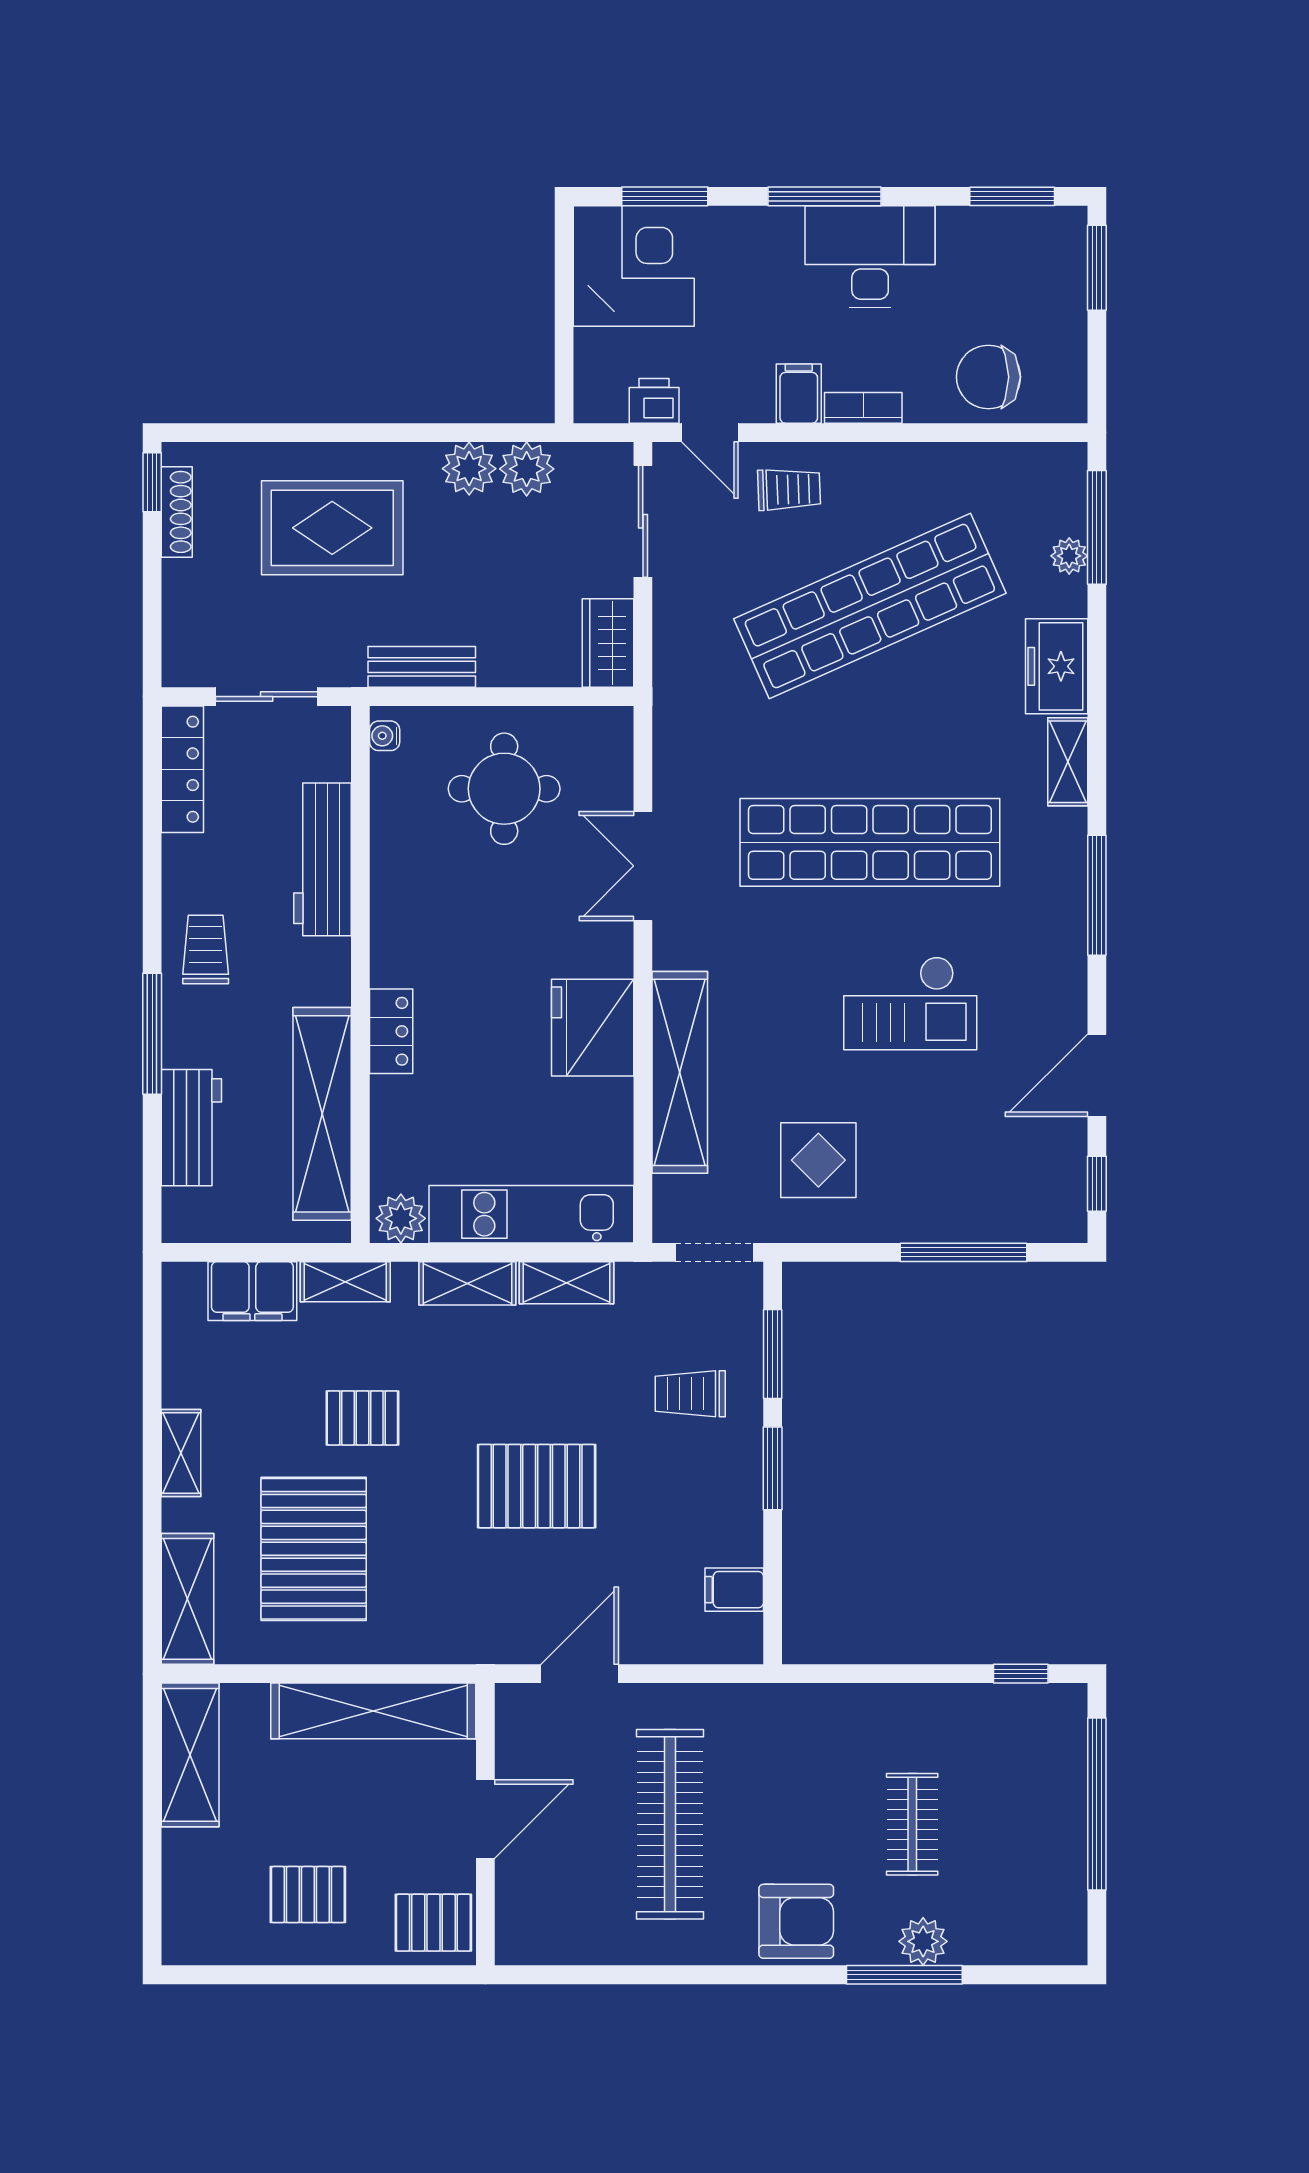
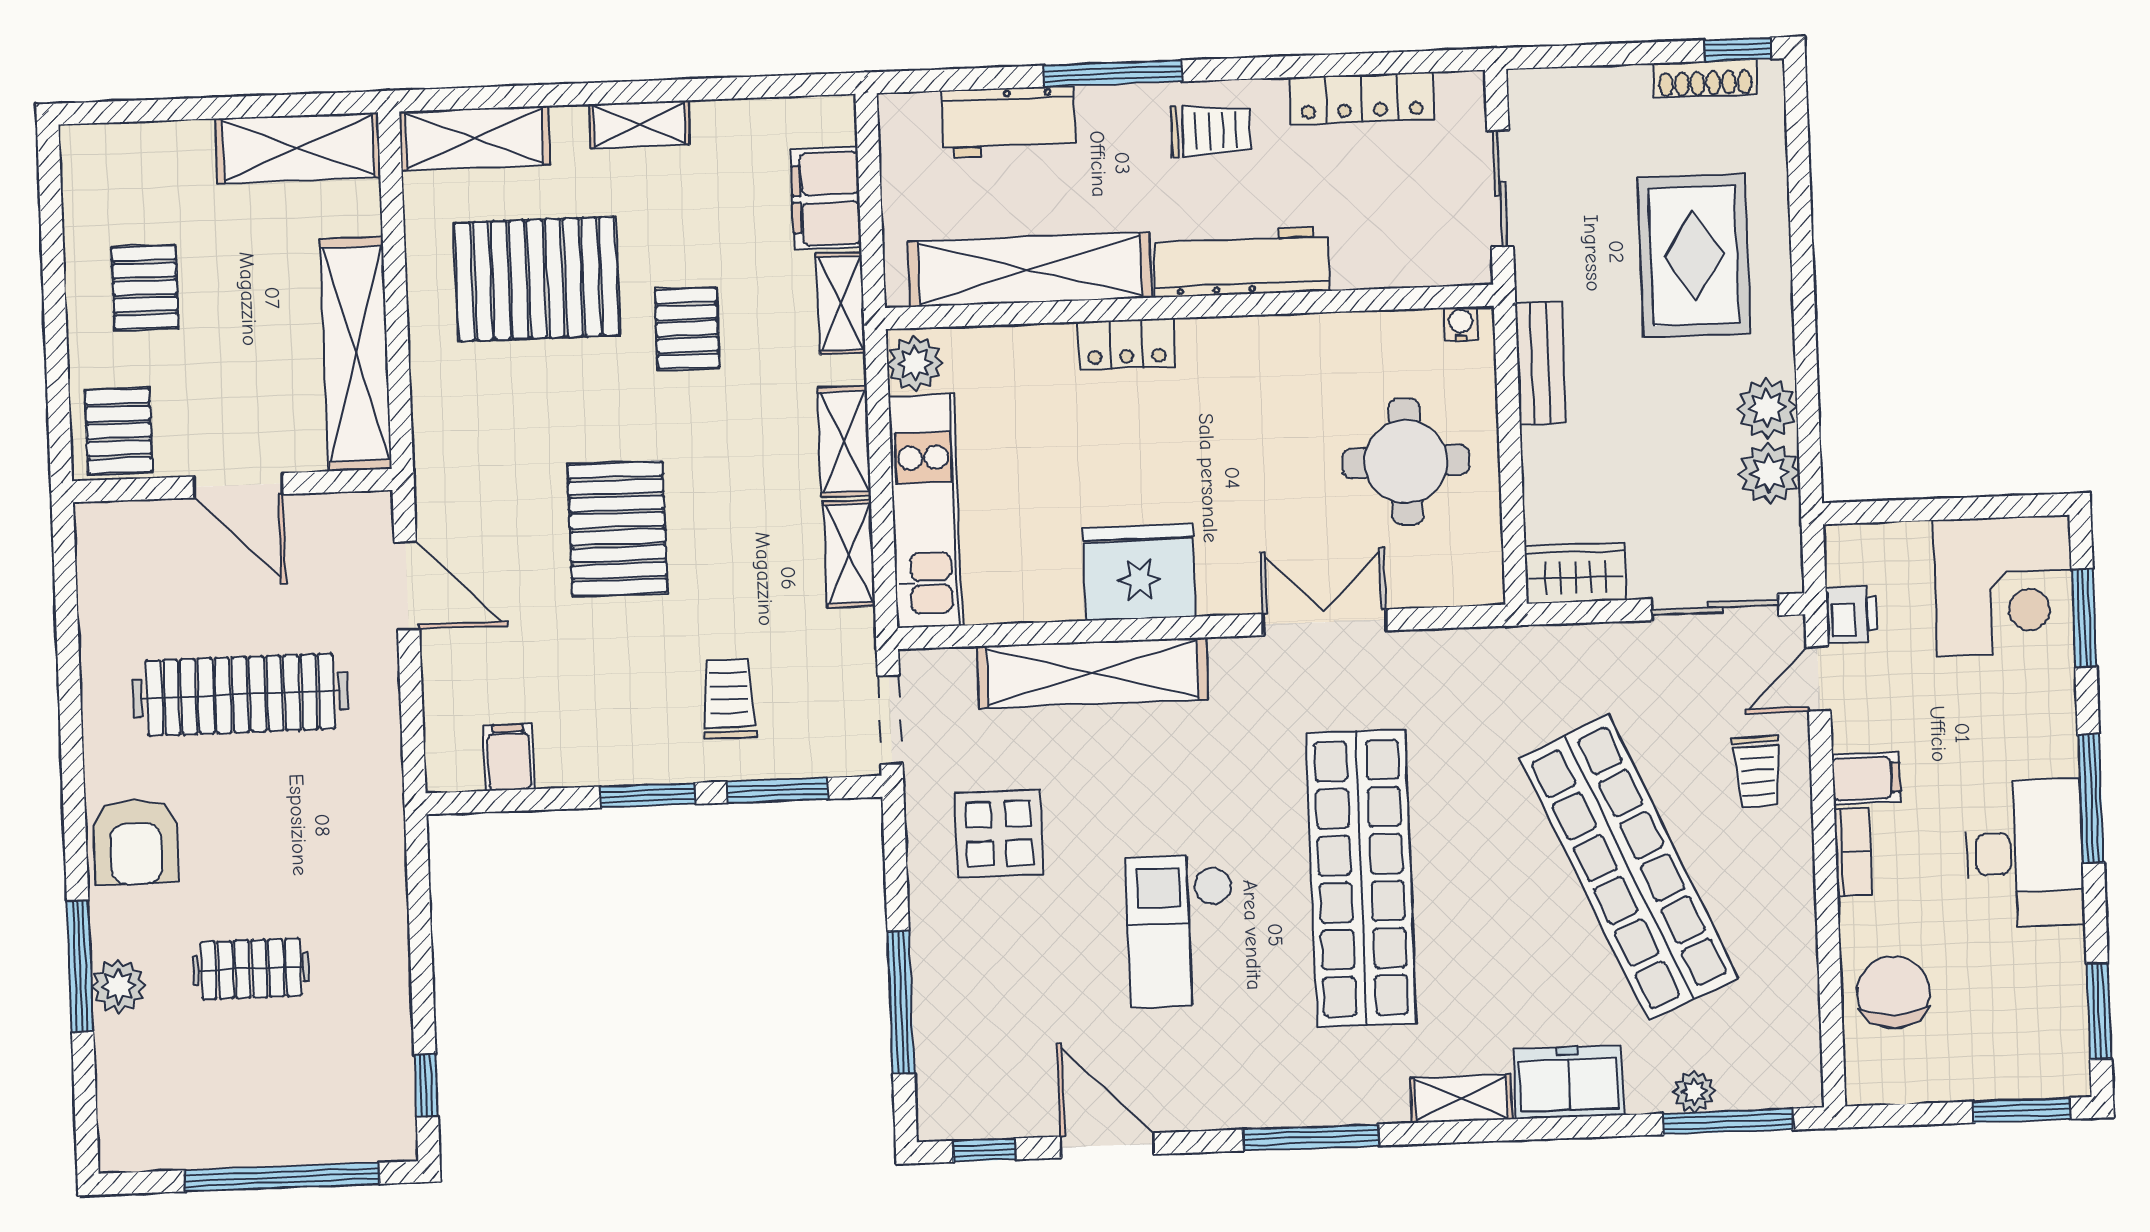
locker: (182, 769) -> (1362, 98), moved
workbench: (322, 859) -> (1241, 262), moved

